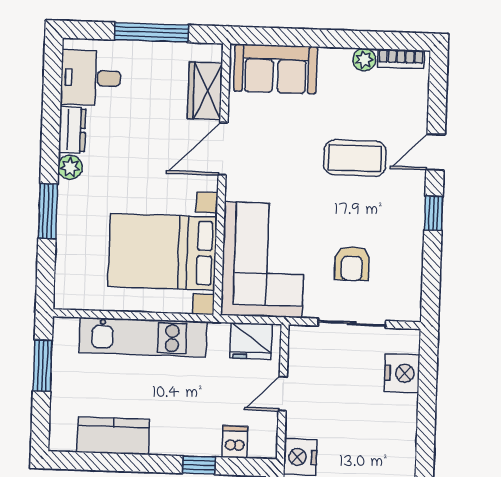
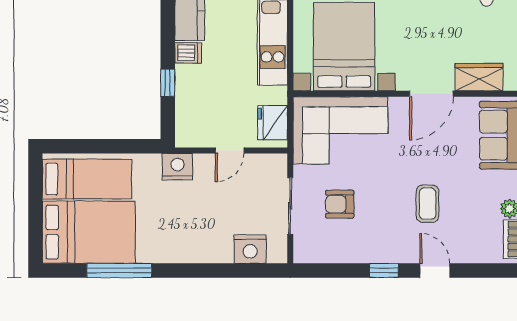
door: (223, 149) -> (431, 94), swing flipped
coffee table: (355, 158) -> (428, 204), width x0.73, depth x0.77
door: (283, 394) -> (230, 150), swing flipped
dishwasher: (235, 442) -> (188, 53), moved

